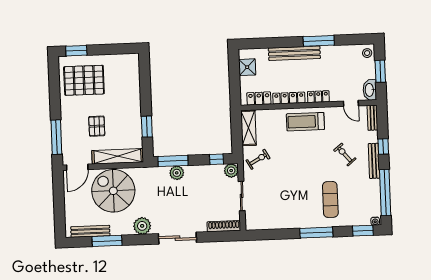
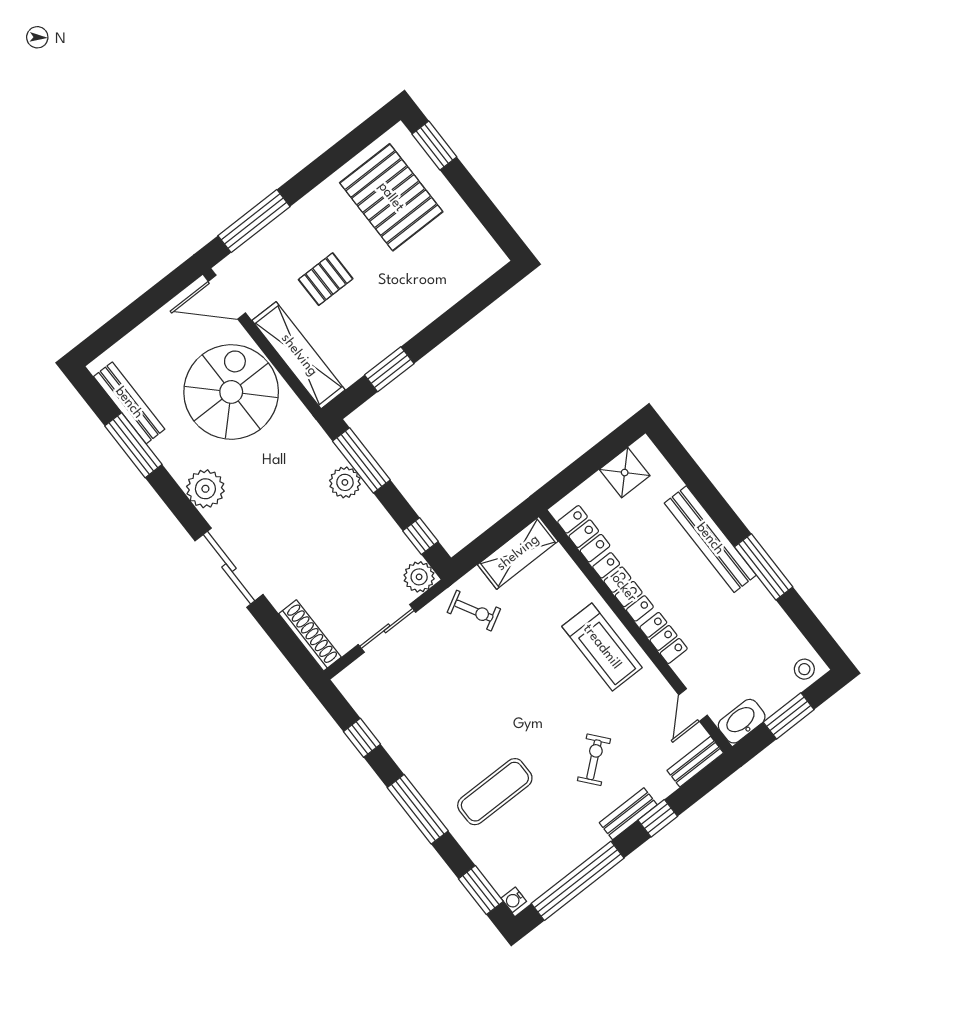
treadmill: (305, 122) -> (602, 647), turned 180
bench: (374, 161) -> (628, 814), width x0.73
window: (275, 234) -> (362, 738), added

